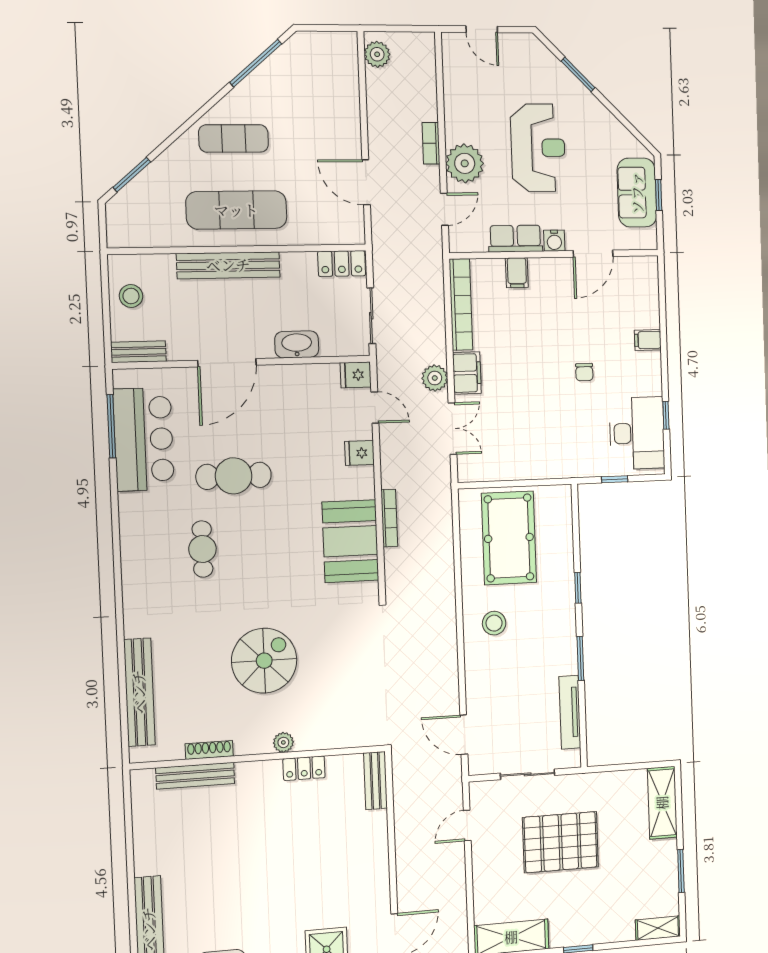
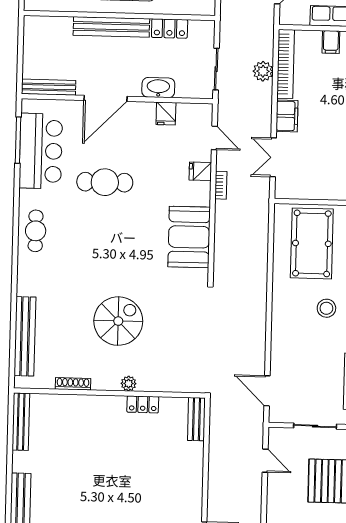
locker: (342, 263) -> (170, 28), moved
stool: (131, 296) -> (39, 46), removed
bench: (138, 352) -> (49, 87), width x1.36
fridge: (356, 375) -> (166, 114), moved, turned -90
plant: (435, 378) -> (263, 71), moved
double door: (453, 429) -> (273, 157), swing flipped
bookcase: (389, 518) -> (221, 185), moved, width x0.64
cafe table: (202, 549) -> (36, 231), moved
stool: (494, 623) -> (326, 308), moved
bench: (195, 776) -> (21, 422), moved, turned 90
door: (467, 825) -> (265, 461), swing flipped

